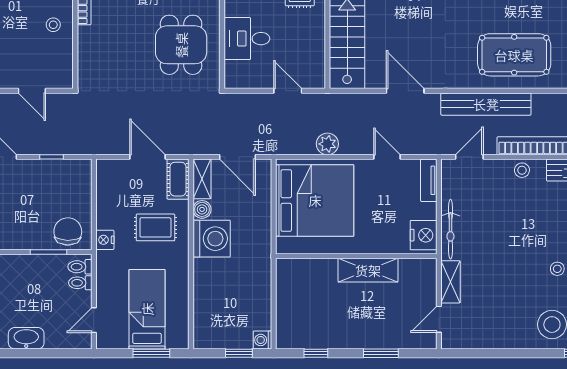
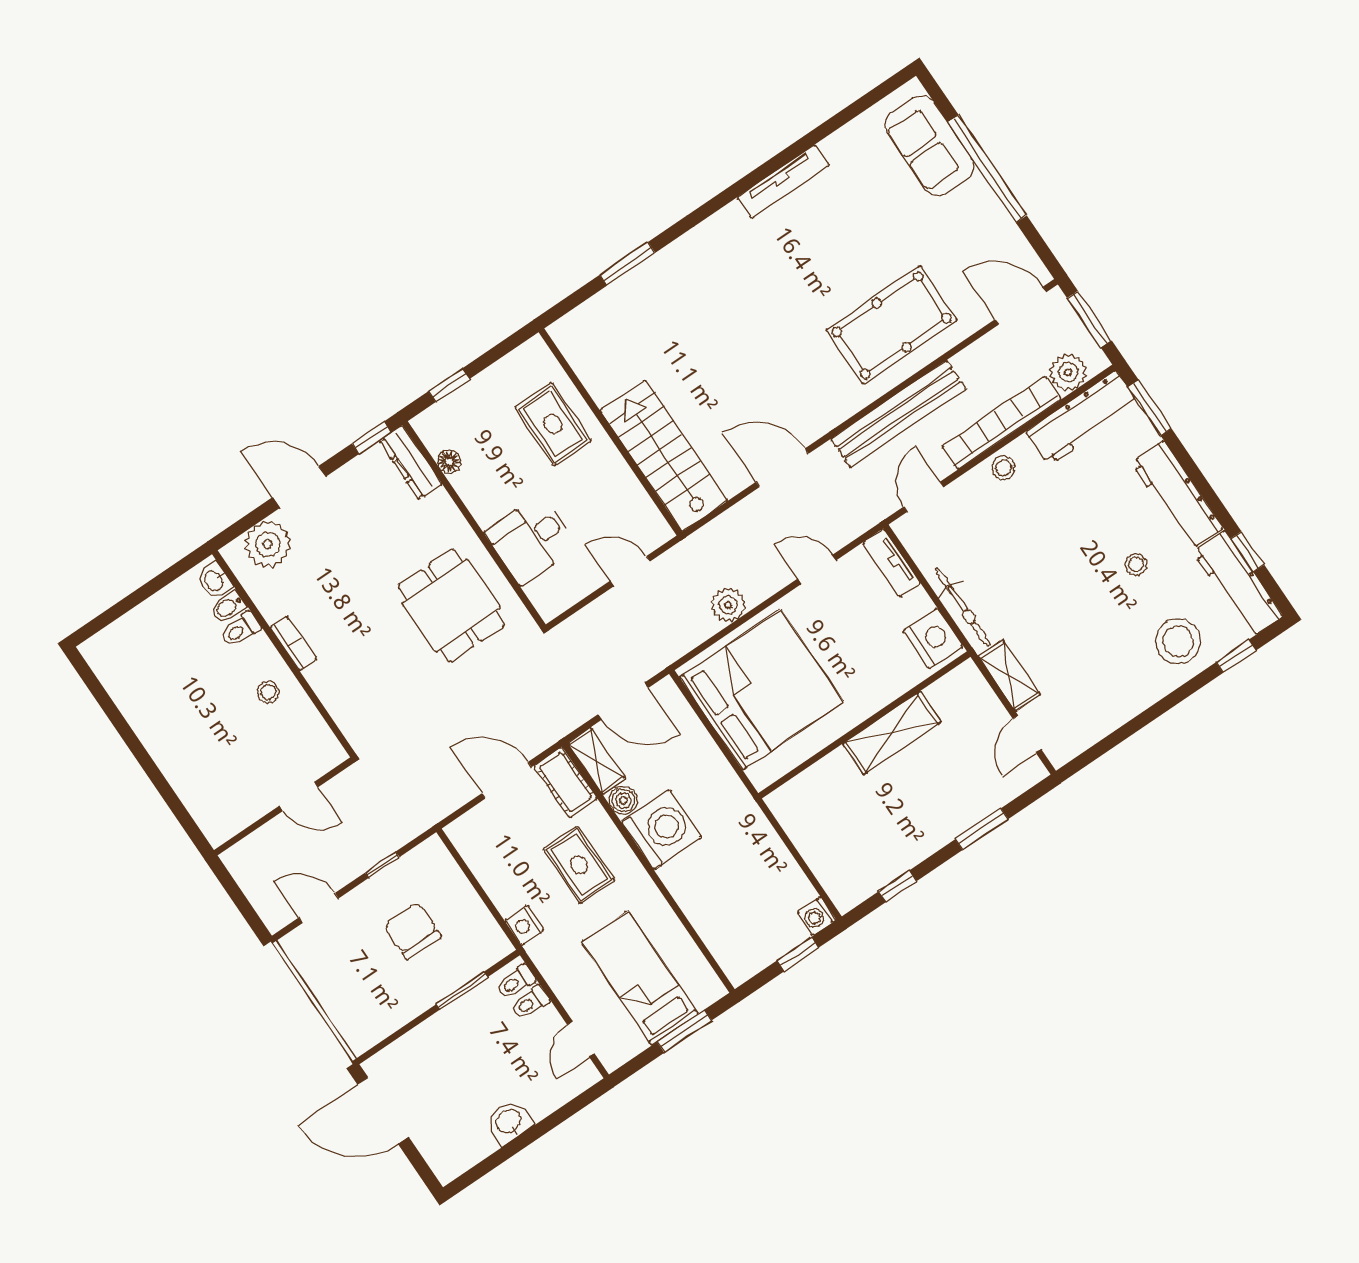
rug: (155, 227) -> (579, 865), turned 90
chair: (68, 231) -> (413, 931), moved
washbasin: (26, 338) -> (509, 1122), width x0.72

